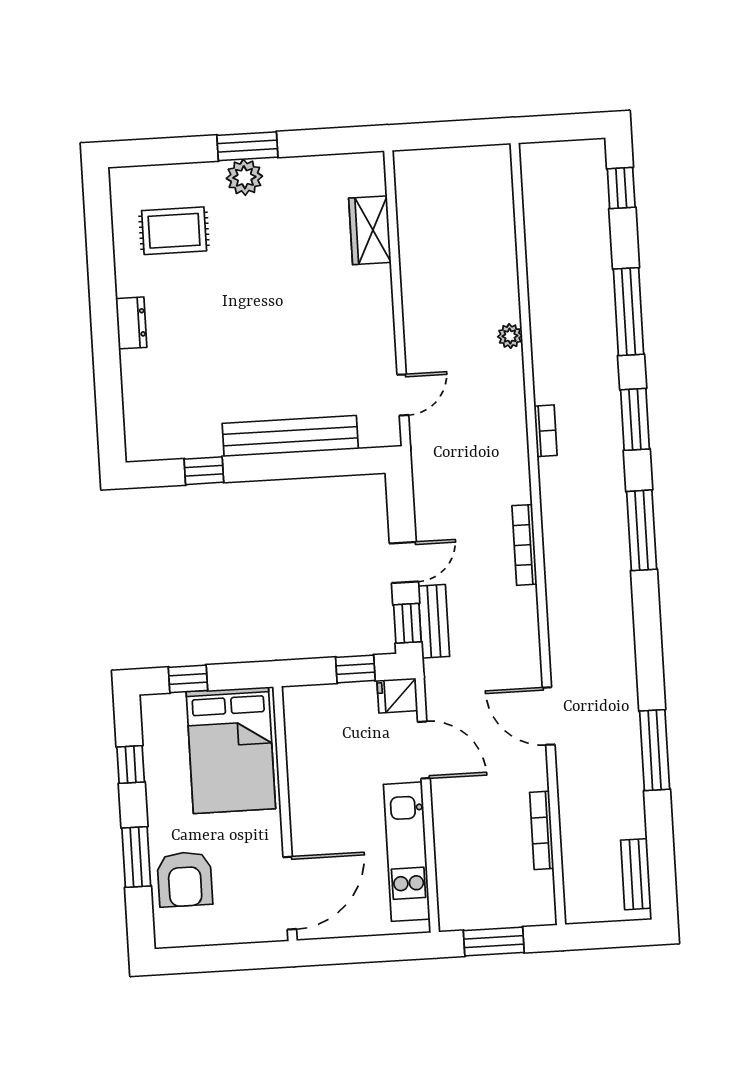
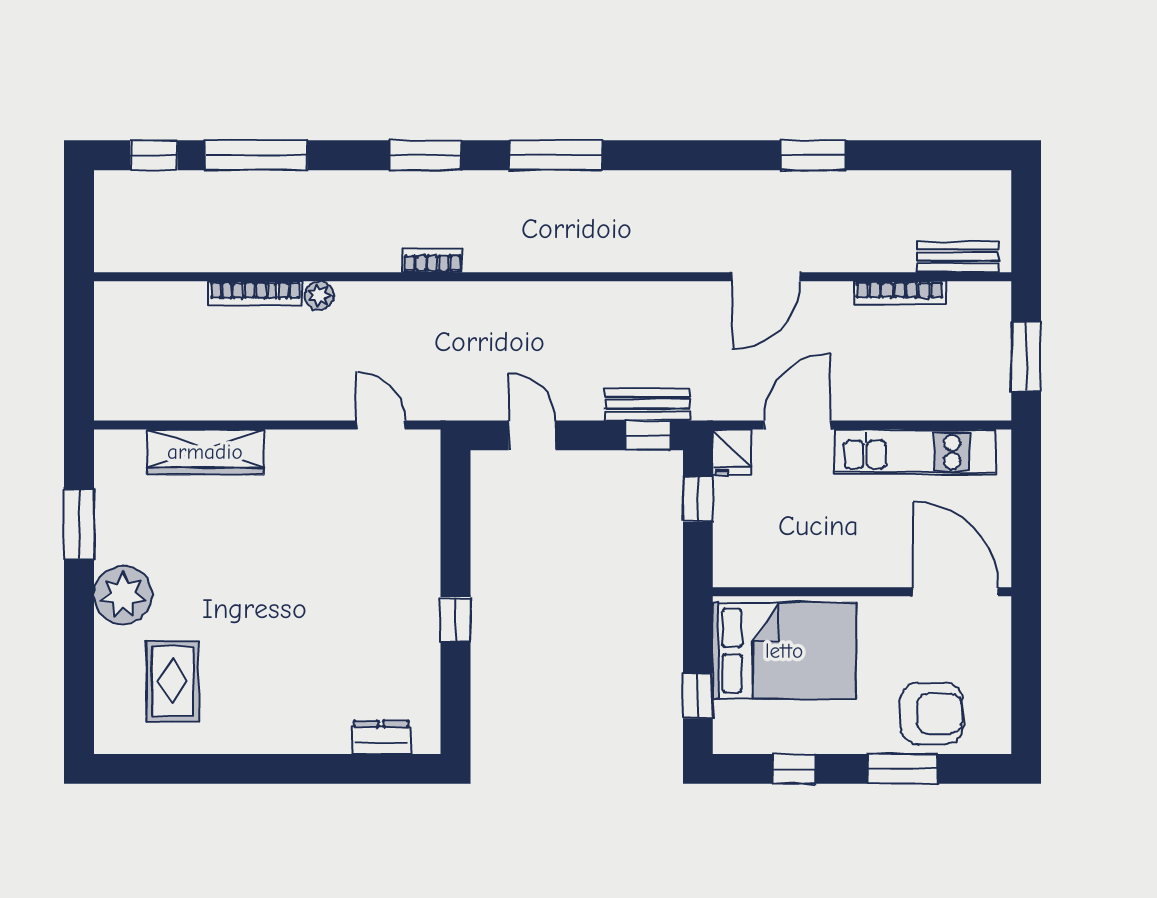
window: (247, 146) -> (79, 524), moved
plant: (244, 177) -> (123, 595), width x1.36, depth x1.36
wardrobe: (370, 230) -> (205, 452), width x1.50
window: (629, 312) -> (256, 155), moved
dresser: (131, 323) -> (381, 737), moved
bench: (290, 436) -> (421, 559), removed
window: (204, 471) -> (455, 620), moved
bookcase: (524, 545) -> (255, 293), moved
door: (404, 562) -> (532, 435), moved
window: (655, 750) -> (814, 155), width x0.69
bench: (636, 874) -> (958, 257), moved

